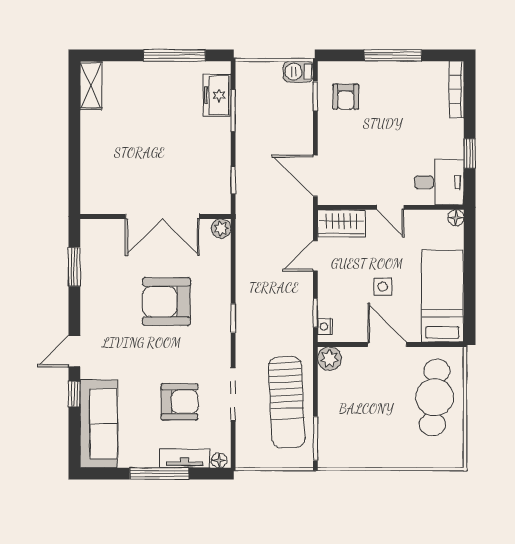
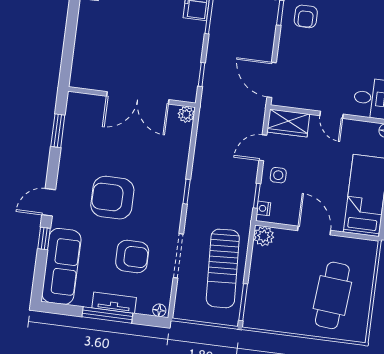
side table: (383, 287) -> (278, 175), moved
armchair: (167, 302) -> (112, 198), moved
cafe table: (435, 397) -> (332, 295), moved
tv unit: (185, 458) -> (114, 303), moved

